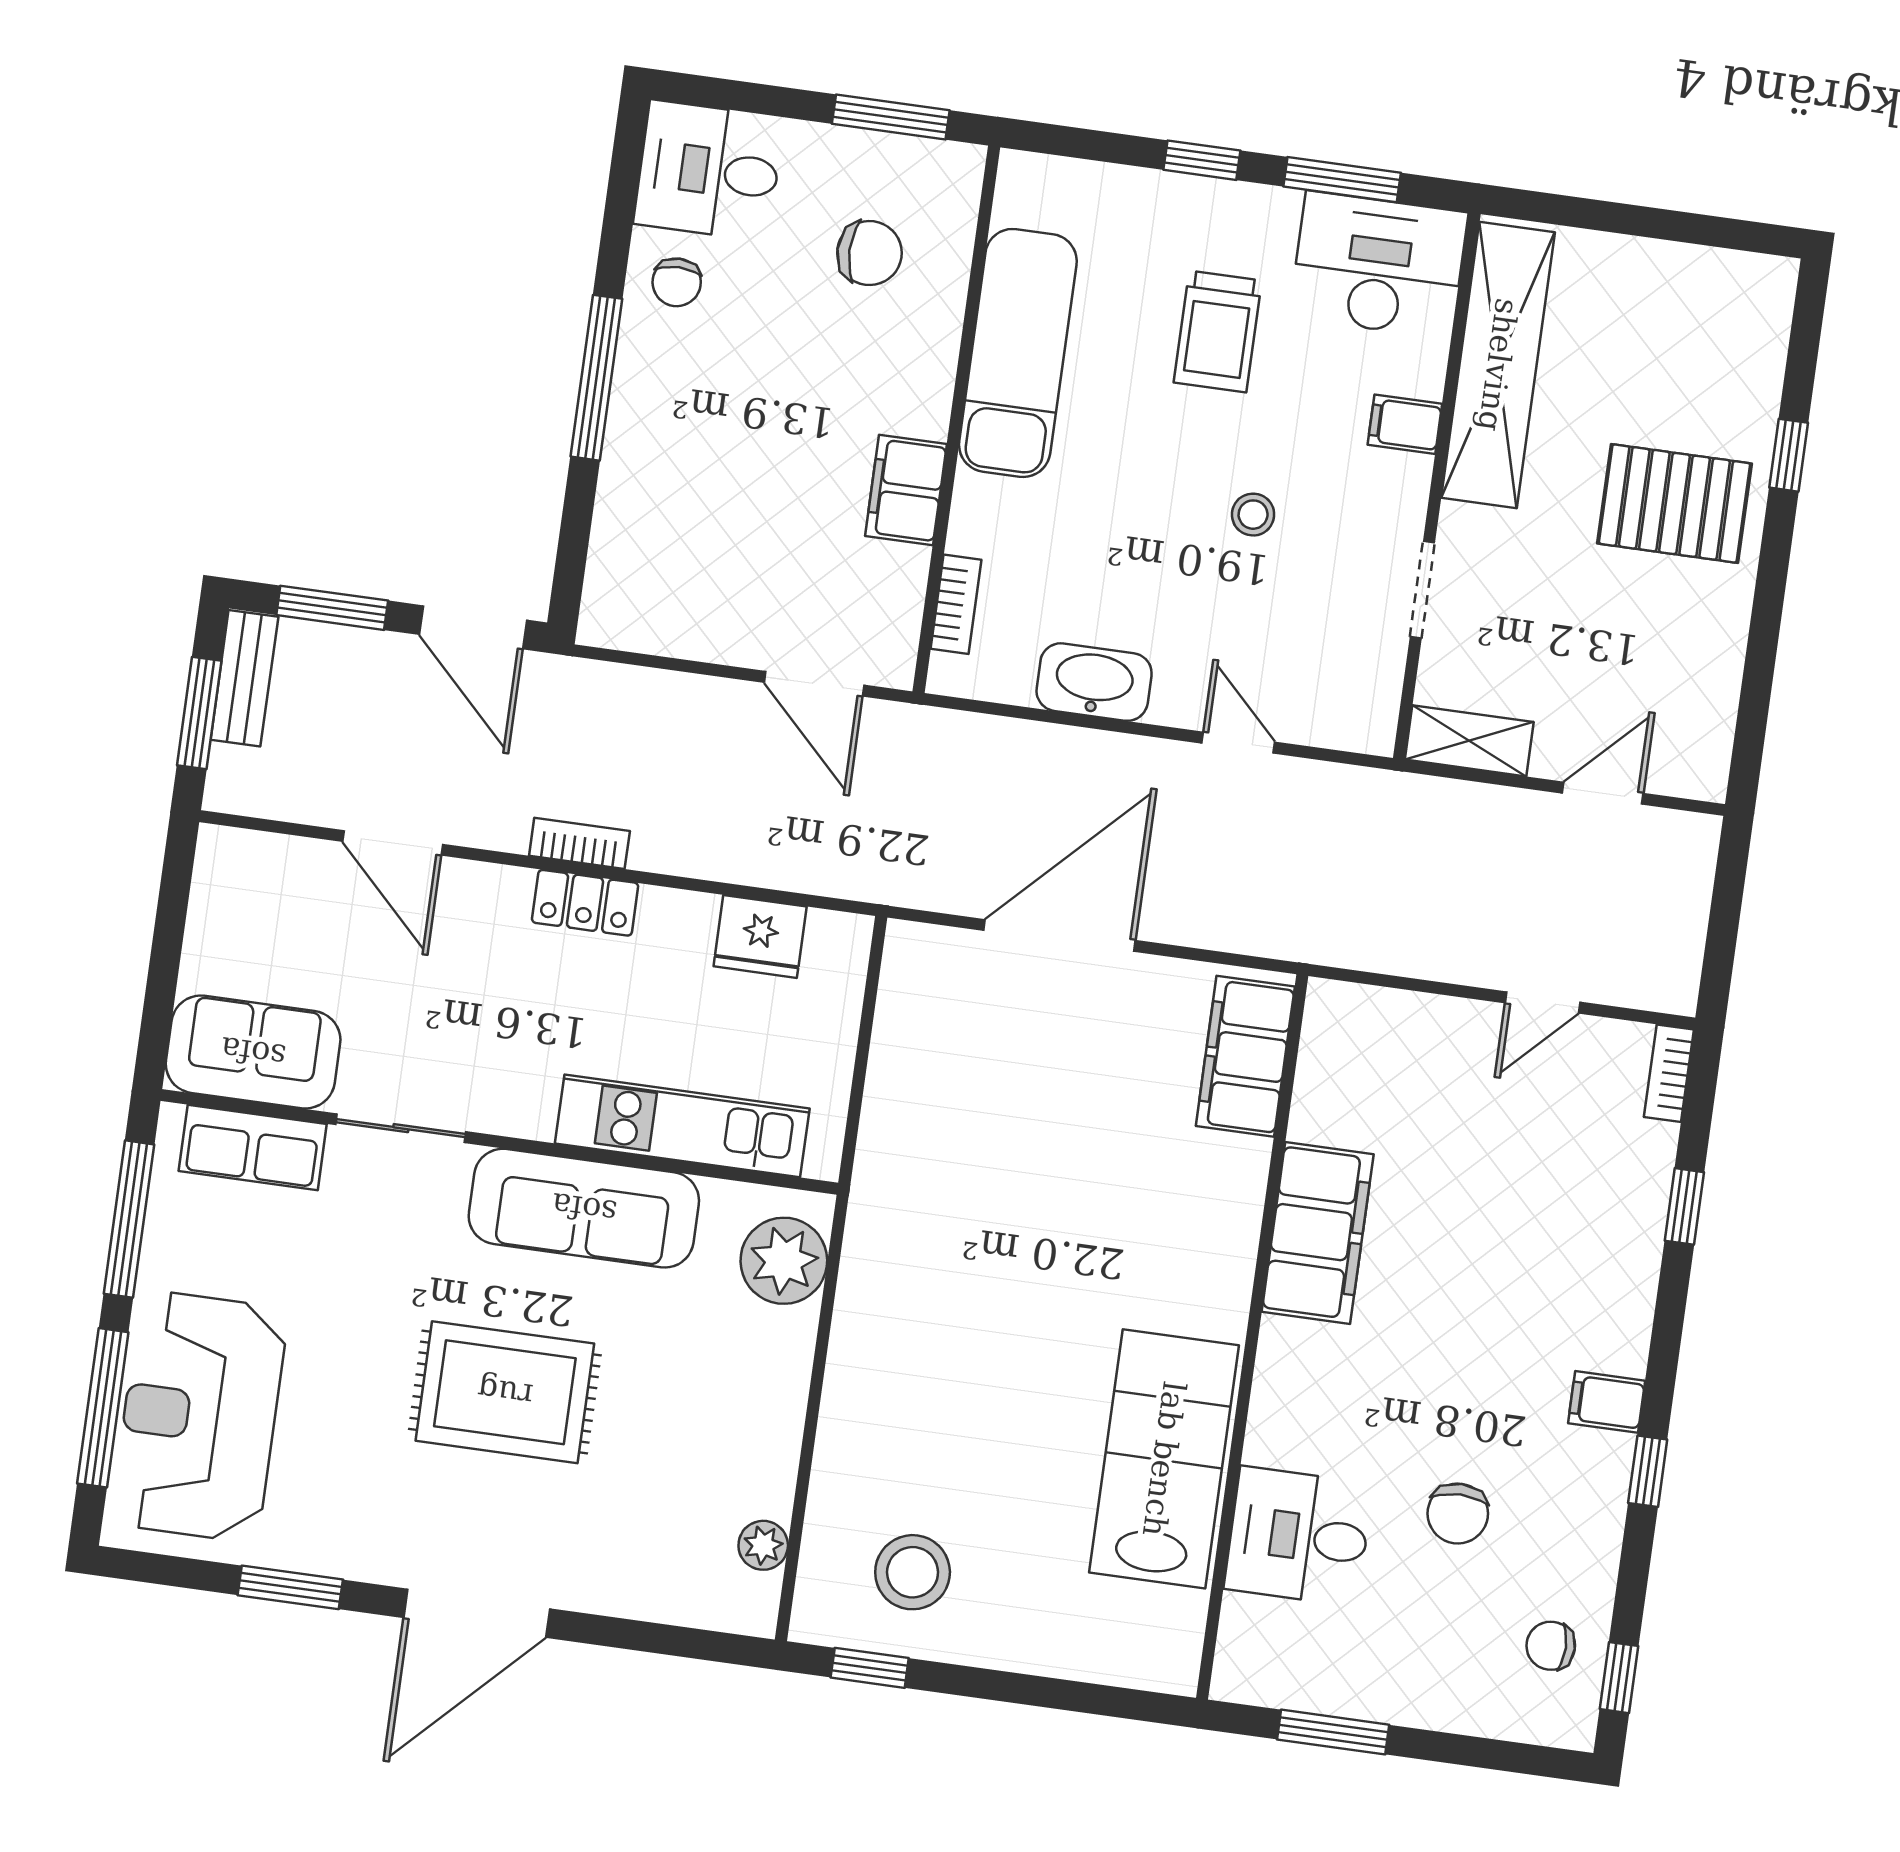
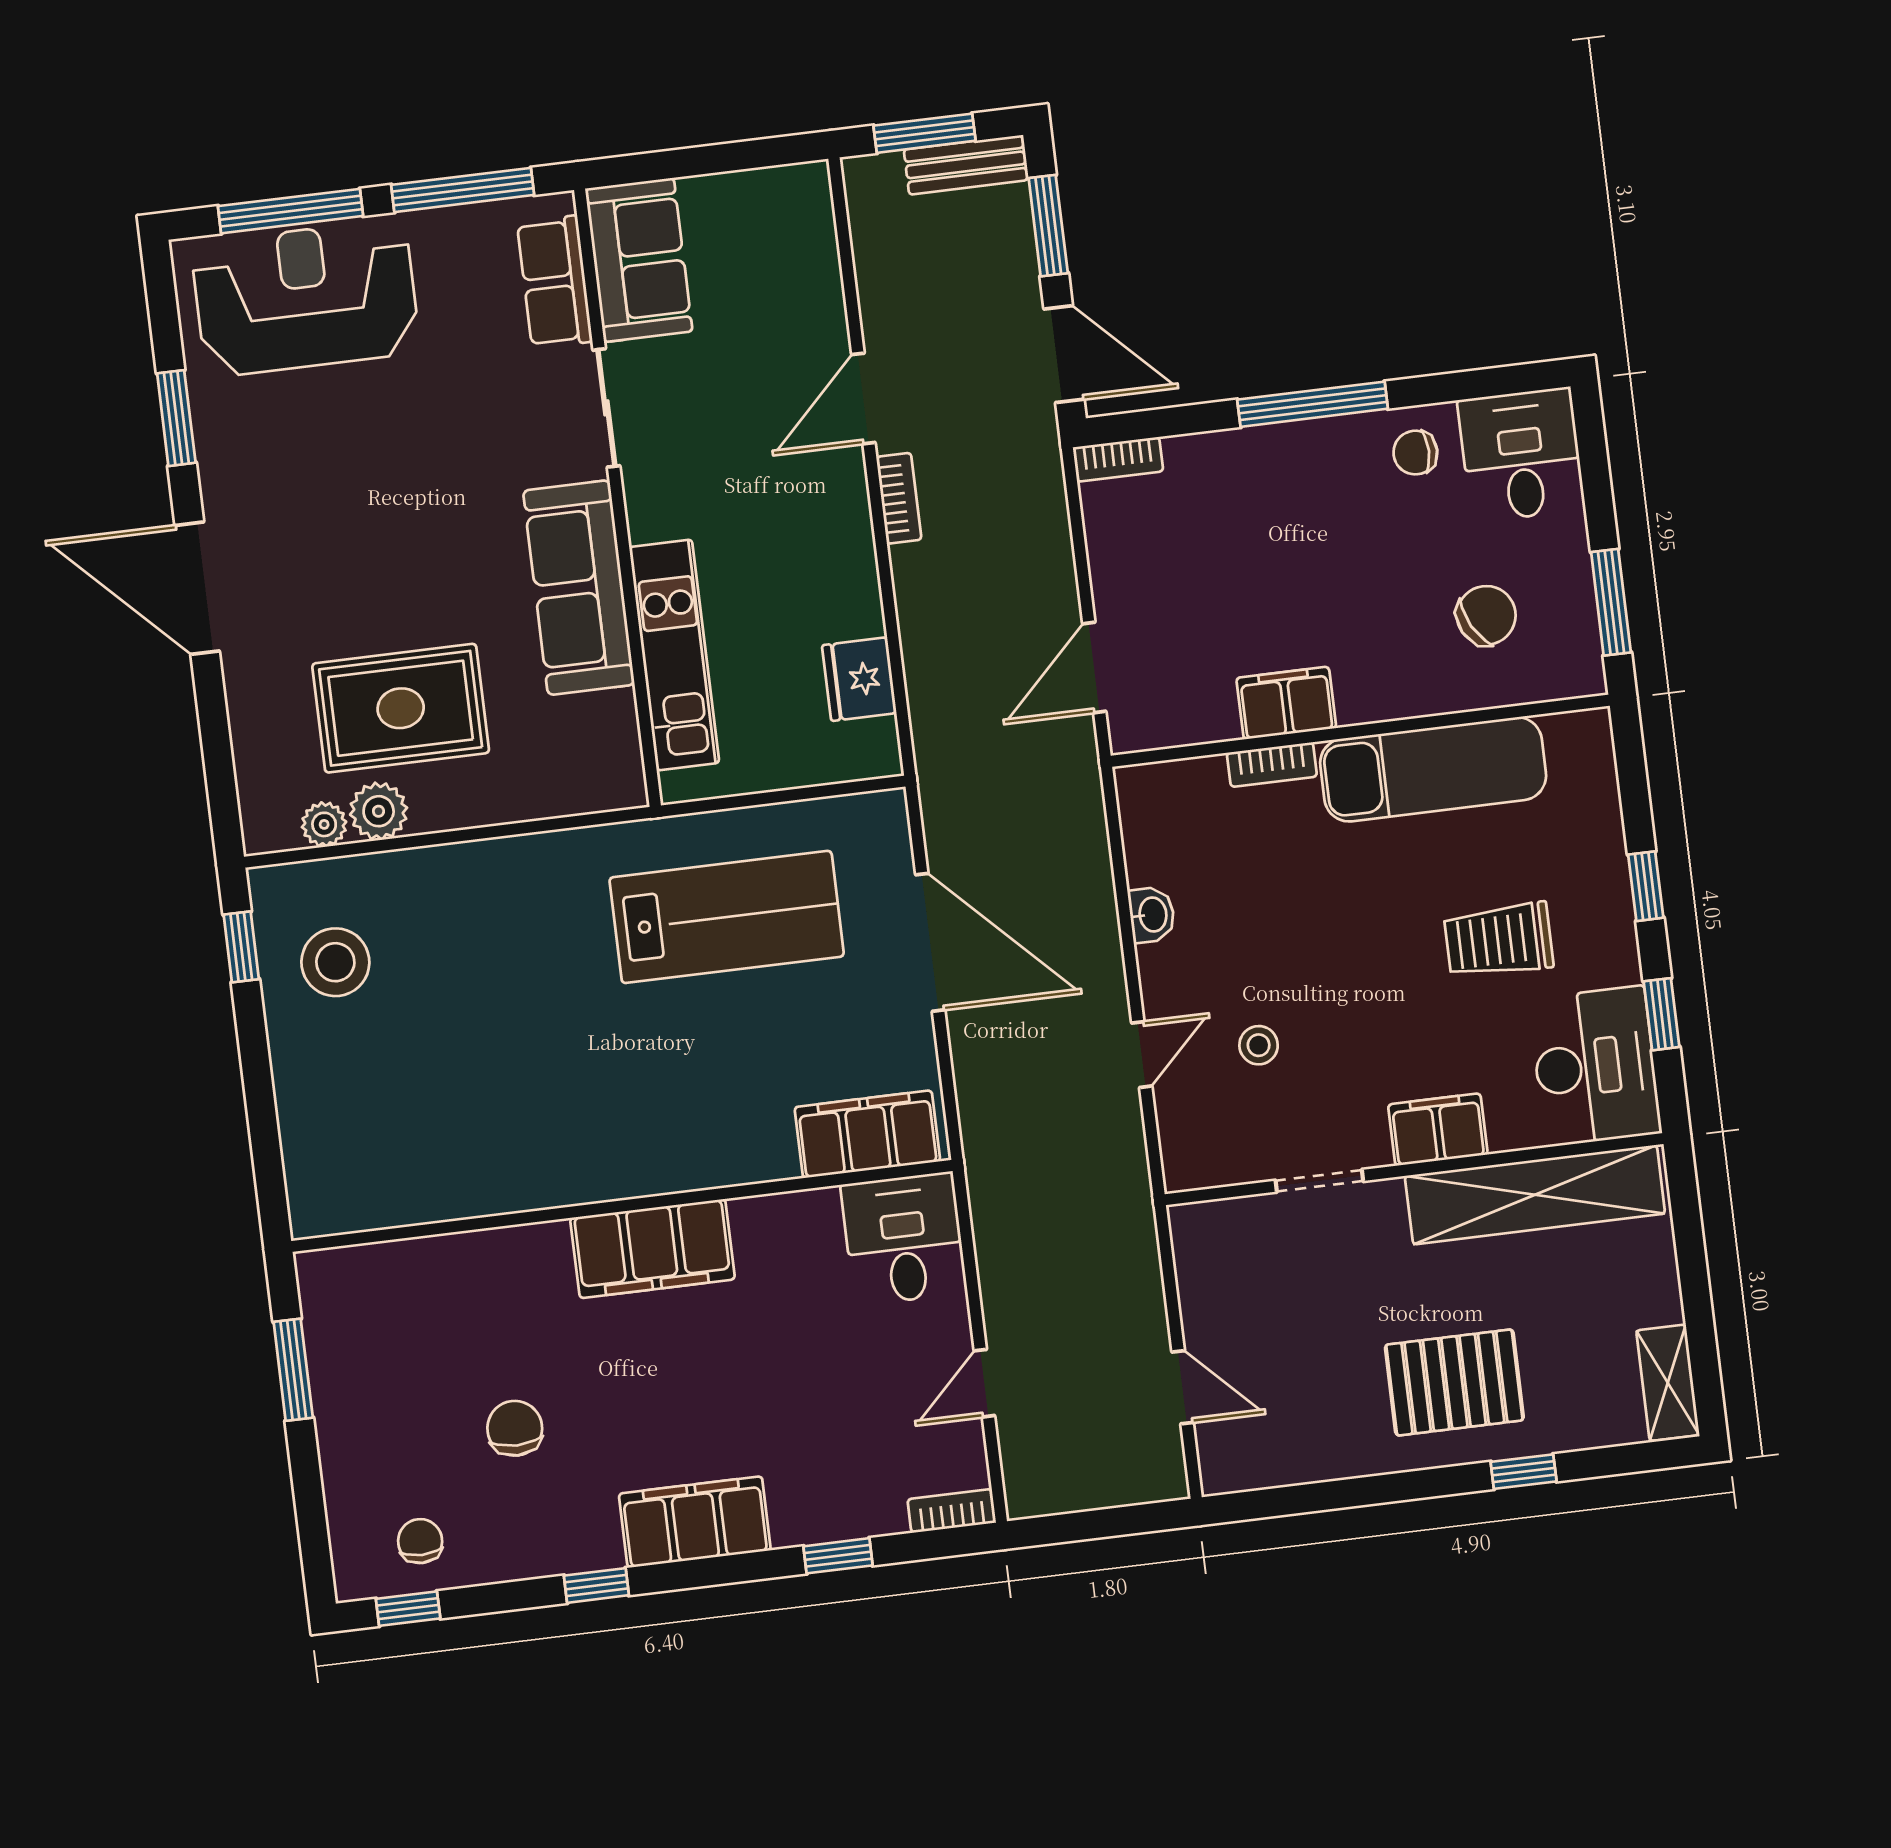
window: (1342, 180) -> (1661, 1014), width x0.67
chair: (869, 253) -> (1486, 615), turned -118
filing cabinet: (1405, 424) -> (1438, 1130), width x2.00
pallet: (1674, 503) -> (1454, 1382), turned 90
stool: (1253, 515) -> (1259, 1045), moved
bookcase: (600, 600) -> (1118, 459), added
bookcase: (956, 604) -> (1272, 765), moved
door: (473, 627) -> (1064, 354), swing flipped
washbasin: (1094, 682) -> (1152, 915), width x0.52, depth x0.69
shelving: (1469, 741) -> (1668, 1383), moved
door: (393, 843) -> (863, 399), moved
locker: (585, 903) -> (848, 517), removed
door: (1543, 1002) -> (984, 1383), hinge flipped
filing cabinet: (1318, 1233) -> (653, 1249), moved
plant: (784, 1261) -> (379, 811), moved, width x0.73, depth x0.73
rug: (505, 1392) -> (401, 708), moved, turned 90
filing cabinet: (1607, 1402) -> (695, 1522), width x3.00, depth x1.17
lab bench: (1164, 1459) -> (727, 917), moved
chair: (1458, 1514) -> (515, 1428), turned 90
desk: (1299, 1536) -> (904, 1239), moved

